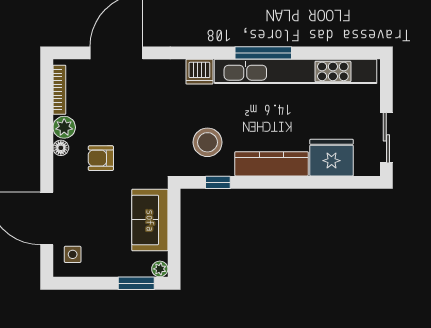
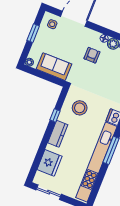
kitchen counter: (272, 164) -> (58, 134), width x0.67
window: (218, 182) -> (55, 115), moved
window: (136, 283) -> (33, 33), moved

